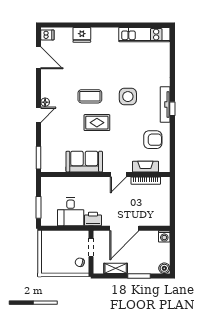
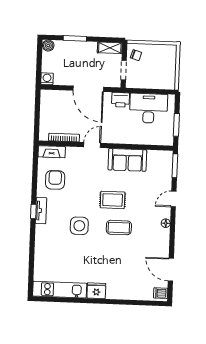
fridge: (82, 35) -> (96, 291), moved
tv unit: (165, 104) -> (41, 211), width x0.71
door: (38, 115) -> (174, 199), moved
armchair: (153, 140) -> (55, 180), turned 90
fireplace: (145, 167) -> (52, 152), moved
window: (38, 207) -> (176, 125), moved
desk: (71, 212) -> (149, 108), width x1.37
door: (124, 228) -> (88, 89), swing flipped
shelving: (116, 268) -> (110, 48), moved

